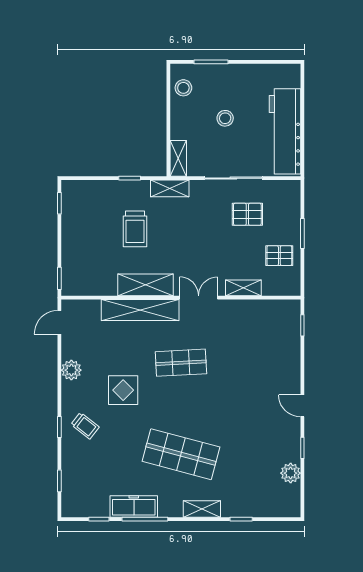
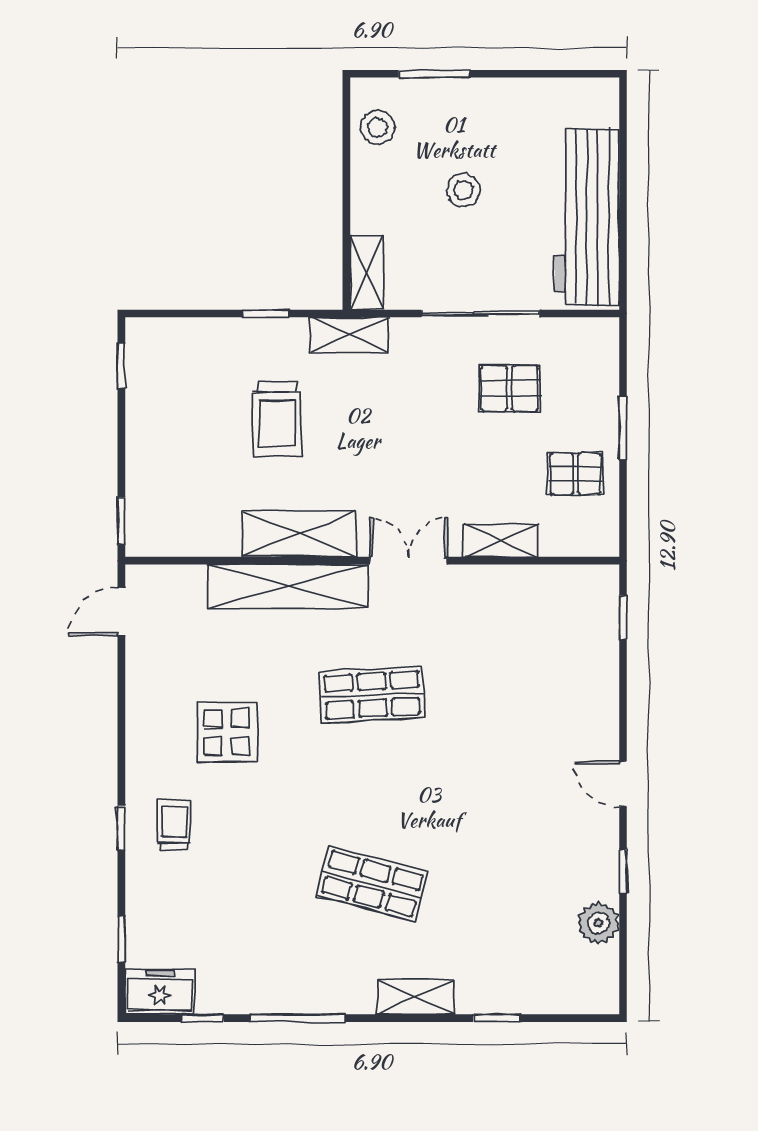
plant: (71, 370) -> (146, 710), removed
display table: (123, 390) -> (227, 732), moved
trolley: (85, 426) -> (174, 825), turned -128
shop shelf: (181, 454) -> (372, 884), width x0.70, depth x0.74
freezer: (134, 506) -> (160, 992), moved, width x0.71

